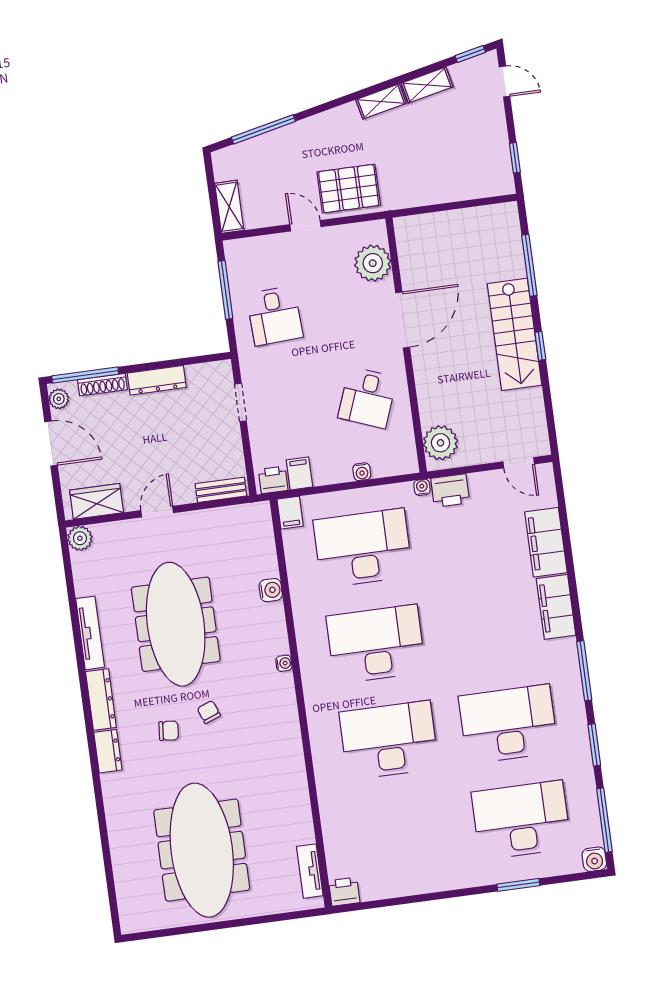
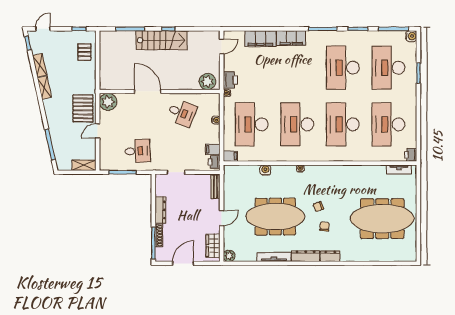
pallet: (468, 176) -> (84, 52), added
plant: (373, 263) -> (108, 102), moved
plant: (59, 399) -> (163, 257), removed
door: (157, 512) -> (222, 218), swing flipped
desk: (402, 836) -> (388, 124), added

